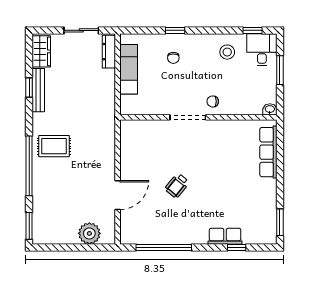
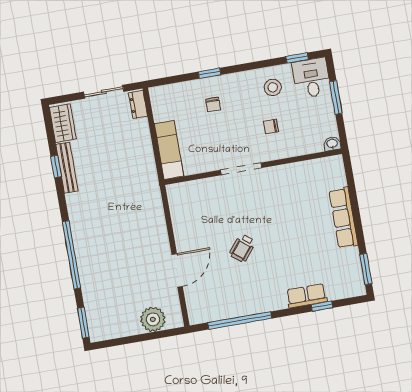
dresser: (109, 52) -> (138, 105), width x0.70
exam couch: (129, 69) -> (169, 150), moved
chair: (213, 101) -> (271, 127), moved
rug: (54, 146) -> (96, 228), removed
row of seats: (268, 152) -> (343, 218), moved

